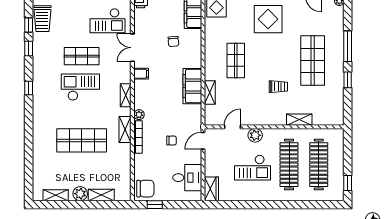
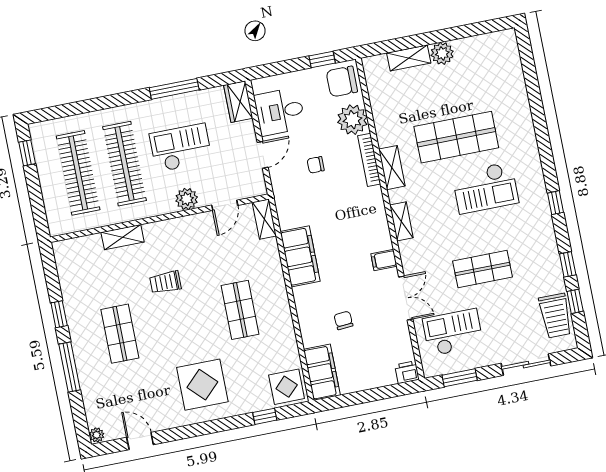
trolley: (42, 19) -> (555, 316), turned 180
shop shelf: (313, 61) -> (120, 334), width x0.70, depth x0.74
checkout: (80, 87) -> (485, 188), moved
shelving: (210, 92) -> (264, 219), moved
plant: (139, 115) -> (352, 120), moved, width x1.88, depth x1.88
door: (203, 141) -> (263, 155), moved
shelving: (56, 195) -> (480, 43), removed
window: (249, 205) -> (174, 89), added

